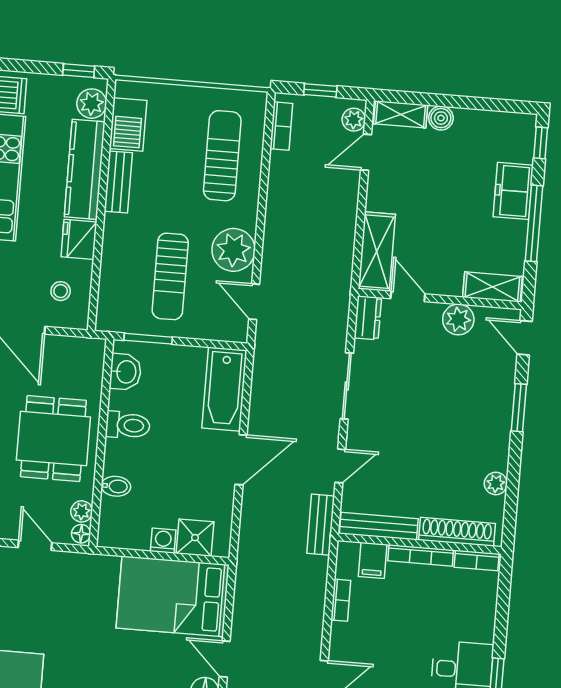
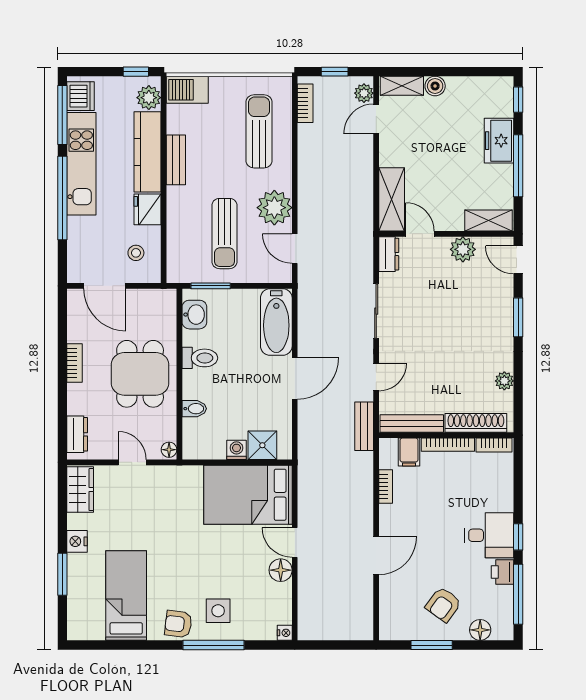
barbecue: (128, 124) -> (187, 90), moved, turned 90
plant: (82, 511) -> (168, 431), removed

